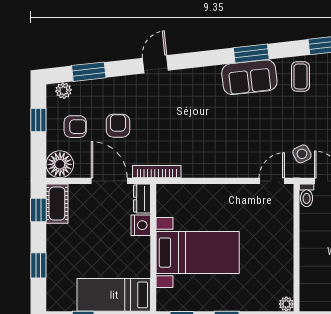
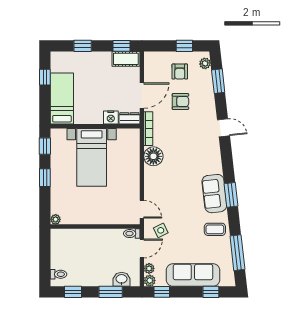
floor lamp: (60, 164) -> (153, 156), moved

